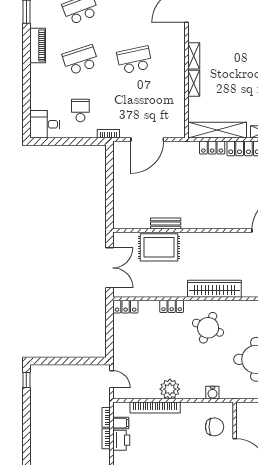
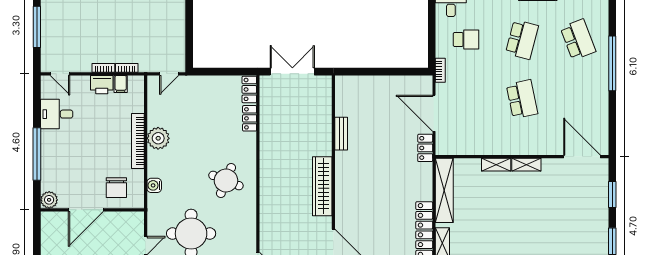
school desk: (80, 60) -> (522, 39), turned 33
locker: (212, 148) -> (425, 148), moved
rug: (159, 247) -> (315, 126), removed
double door: (109, 268) -> (292, 72), swing flipped
wardrobe: (214, 289) -> (322, 186), moved, turned 180
locker: (172, 306) -> (250, 118), moved
bookcase: (155, 408) -> (138, 141), moved

